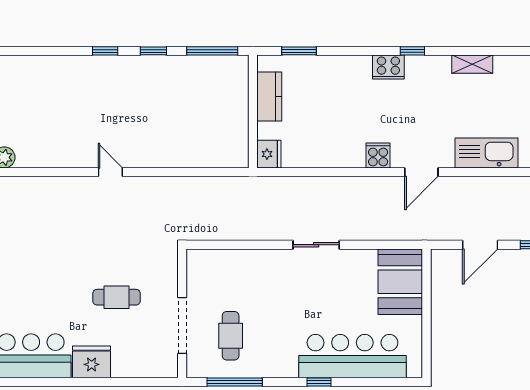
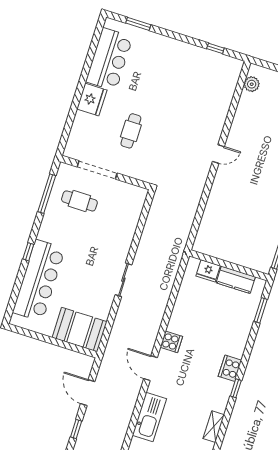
fridge: (269, 154) -> (208, 271), moved

